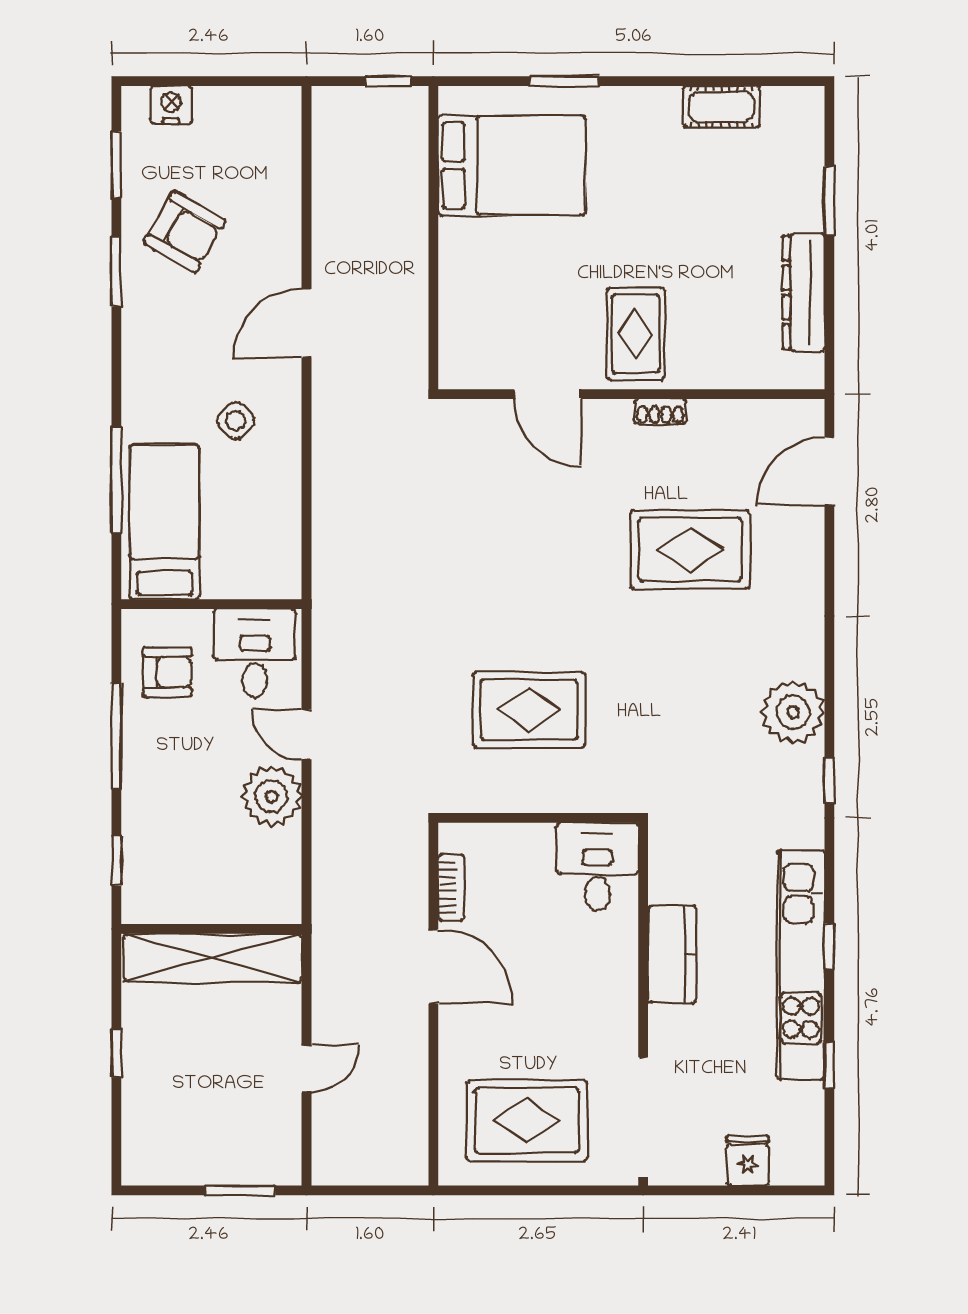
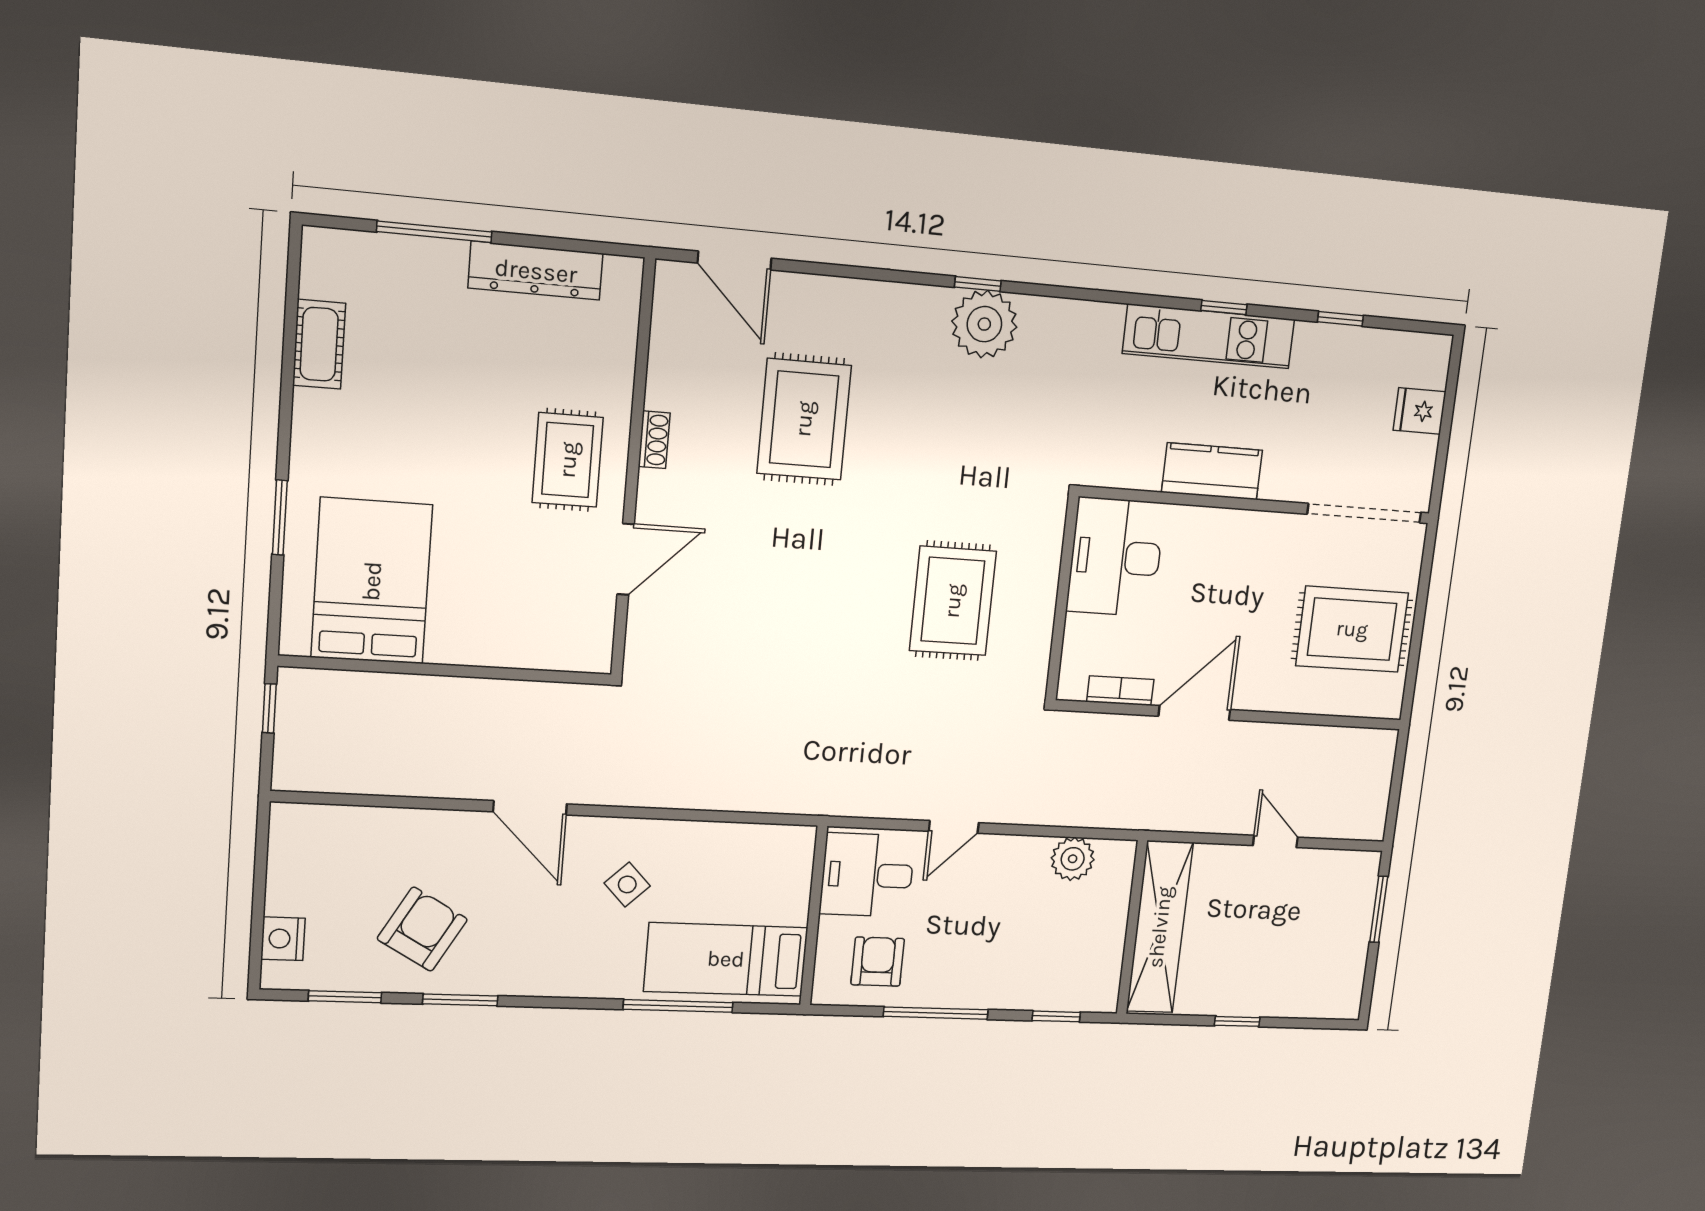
window: (829, 201) -> (434, 232), width x1.44
rug: (635, 334) -> (568, 460), turned 90
window: (829, 780) -> (978, 284), moved
plant: (271, 796) -> (1073, 859), moved, width x0.73, depth x0.73
desk: (598, 867) -> (1116, 557), width x1.37
kitchen unit: (801, 965) -> (1209, 336), width x0.73
rug: (527, 1120) -> (1352, 629), turned 90

